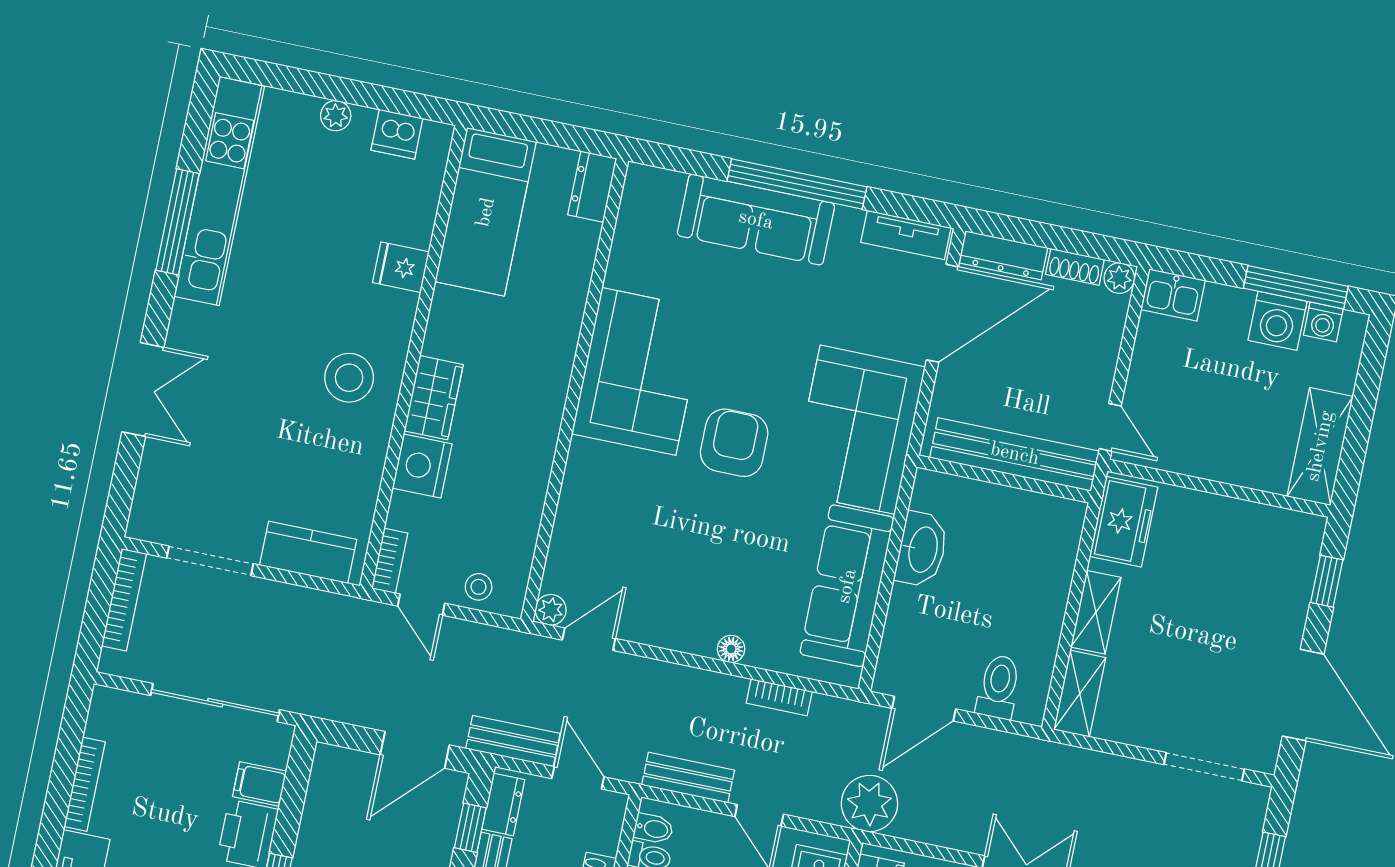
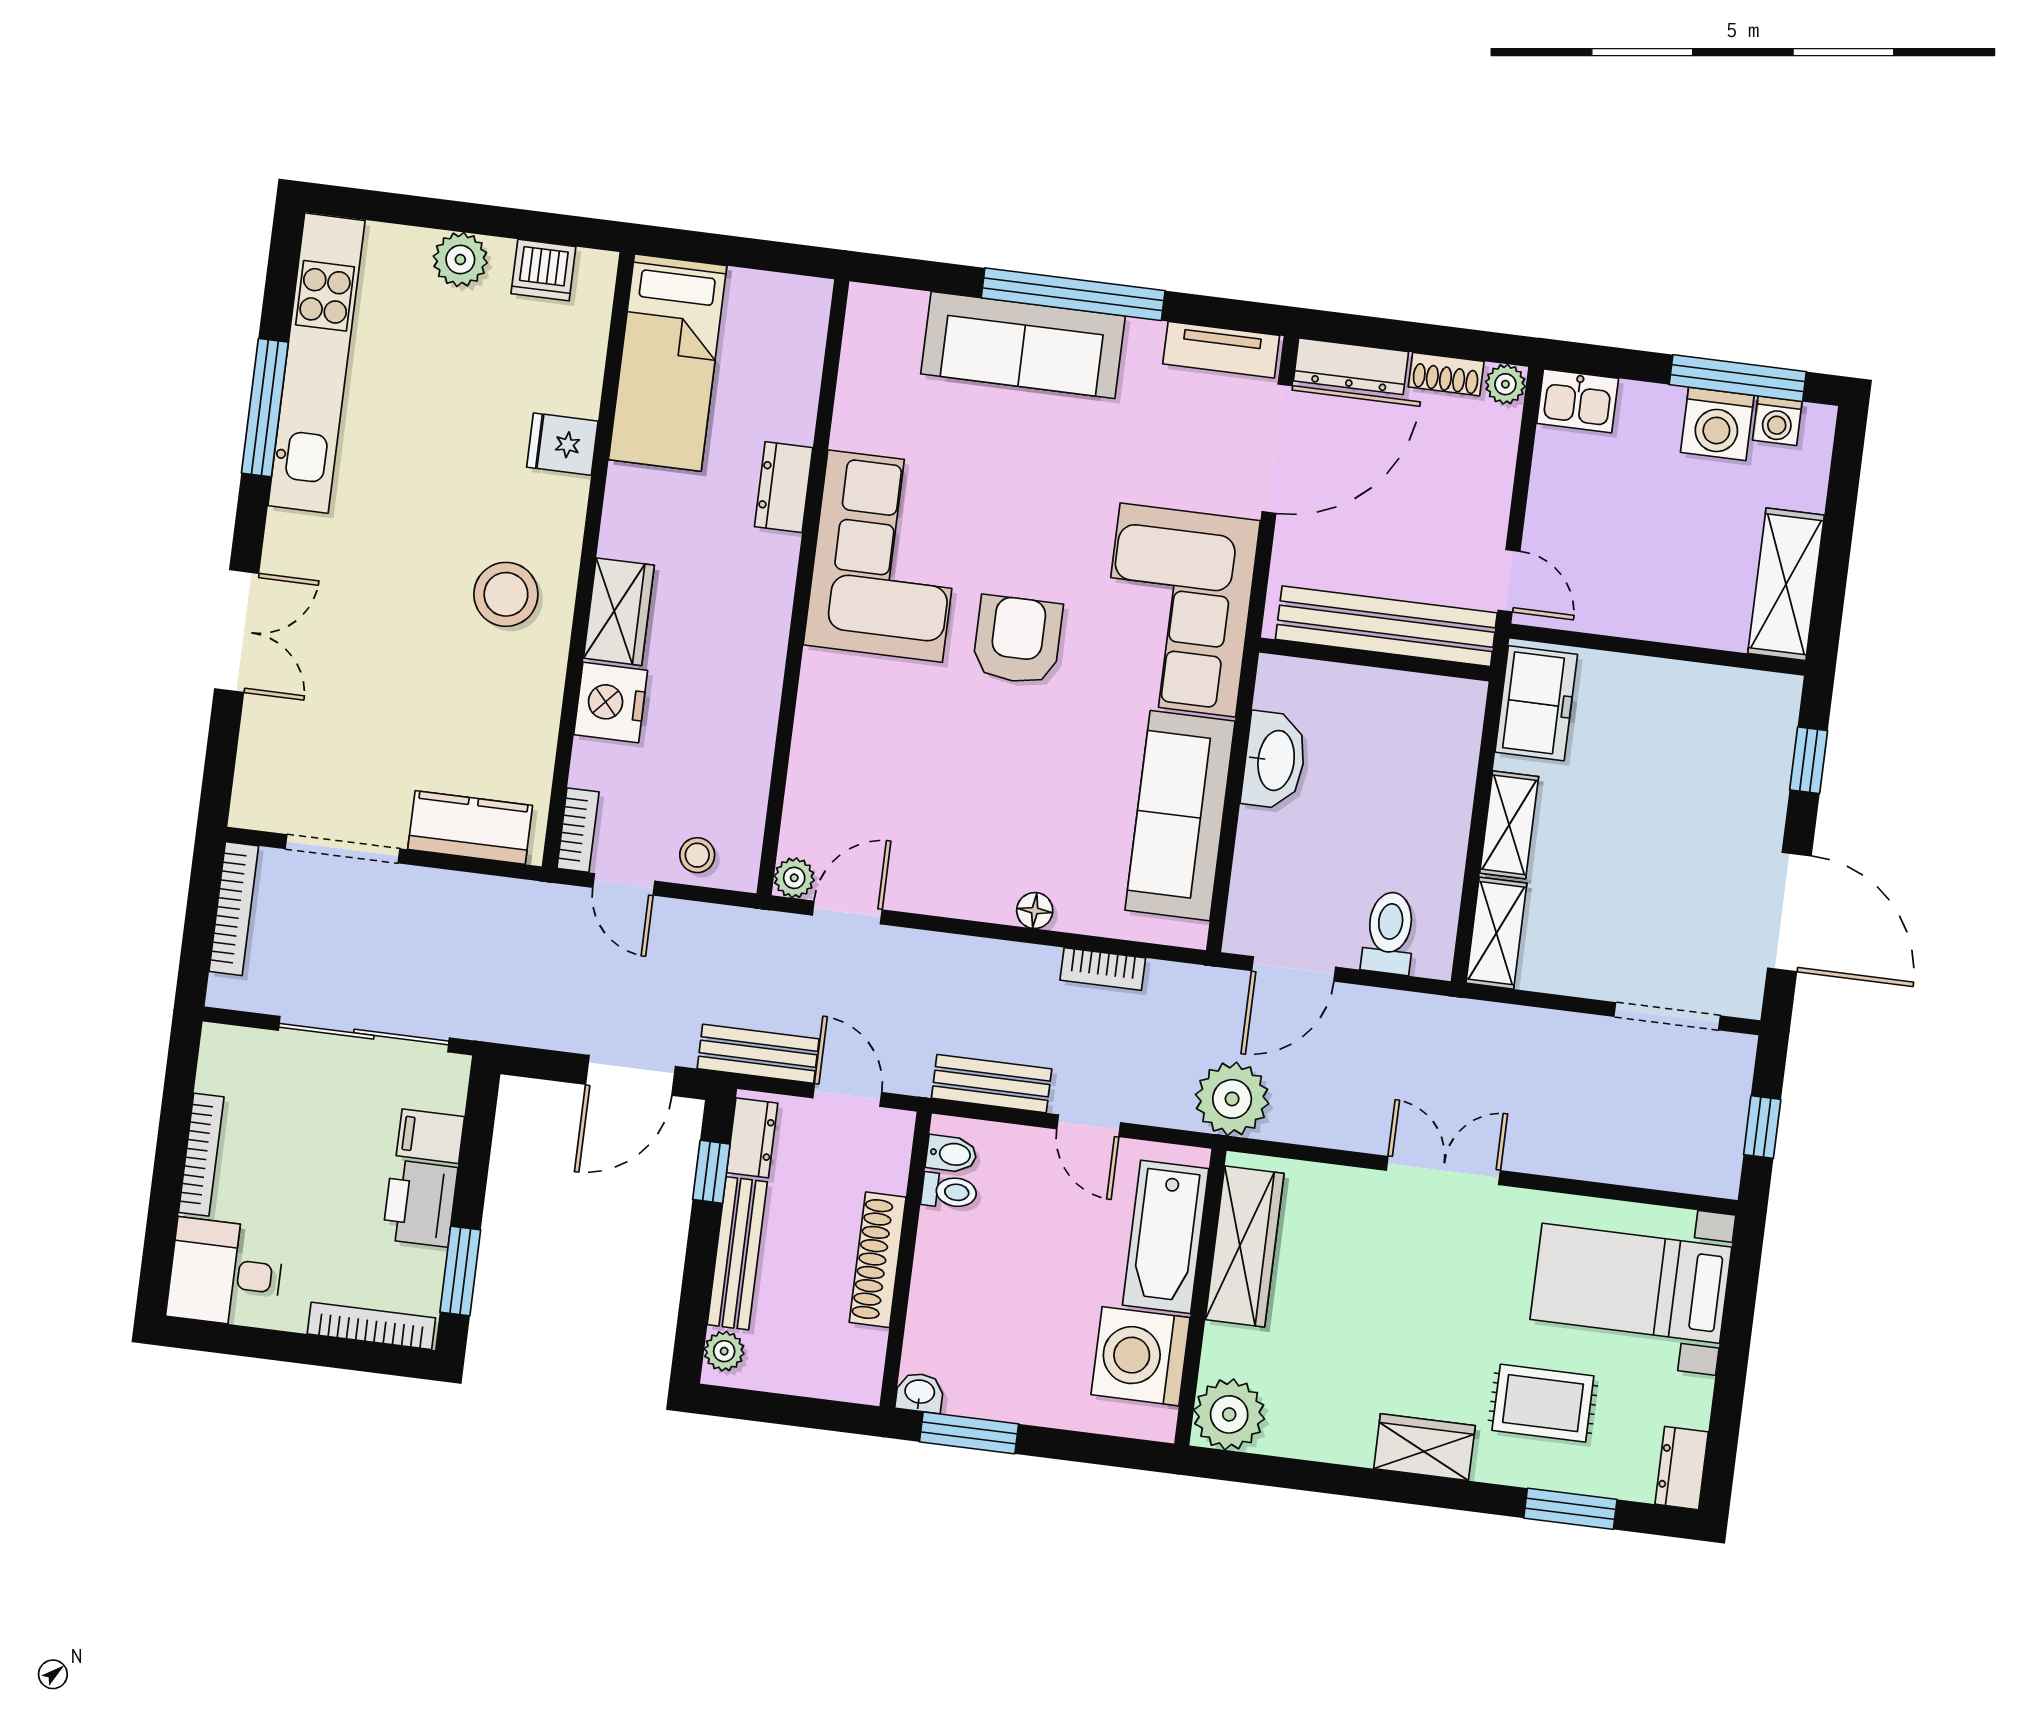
plant: (336, 116) -> (460, 260), width x1.38, depth x1.38
dresser: (592, 187) -> (784, 487), moved

